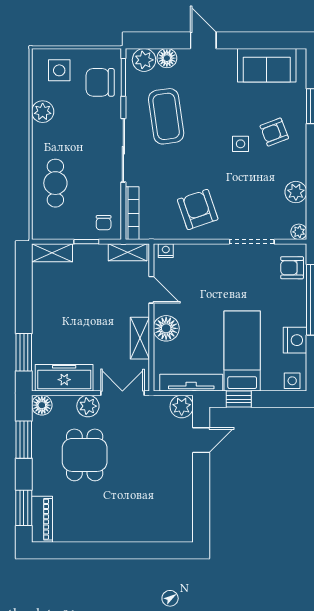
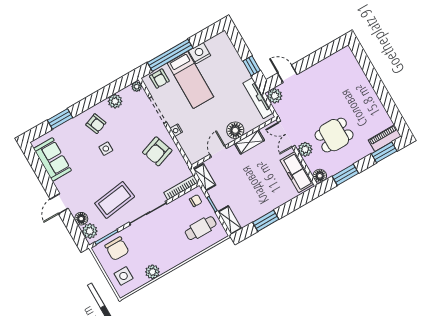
armchair: (274, 132) -> (96, 124), moved
cafe table: (55, 183) -> (201, 228), moved
nightstand: (166, 251) -> (176, 130), moved
bed: (242, 351) -> (190, 80), moved, turned -90
window: (24, 352) -> (266, 221), moved
side table: (292, 381) -> (224, 41), removed

